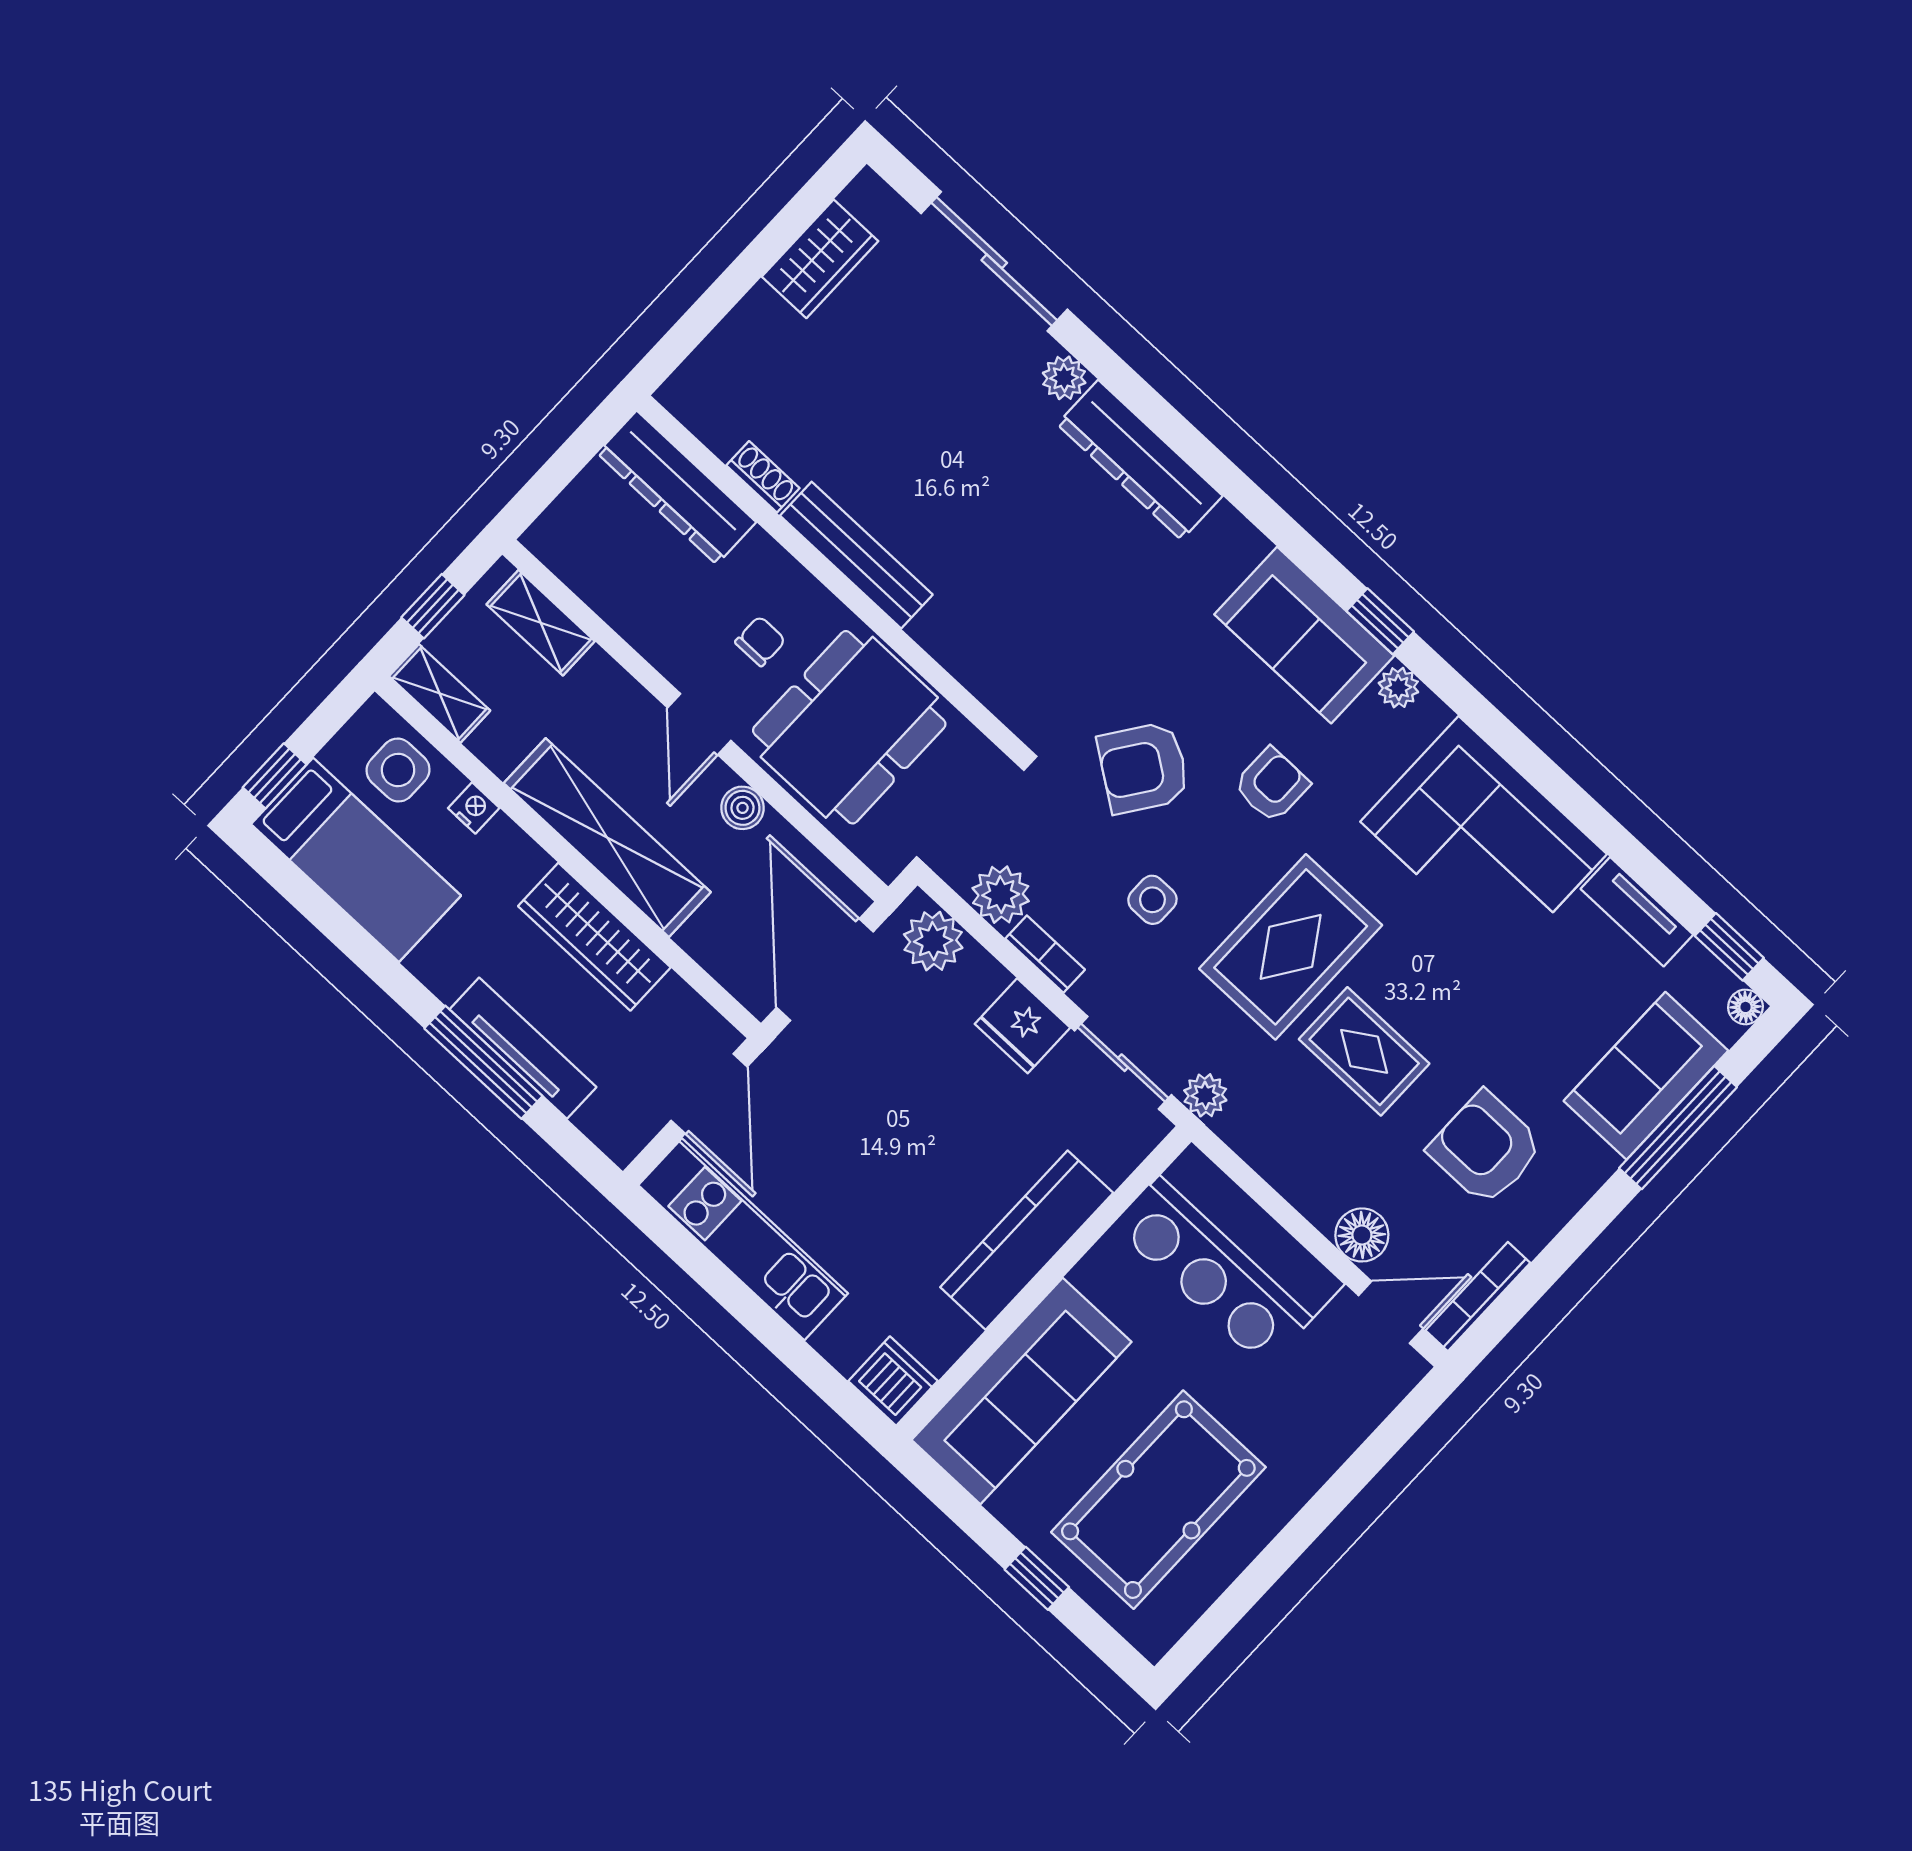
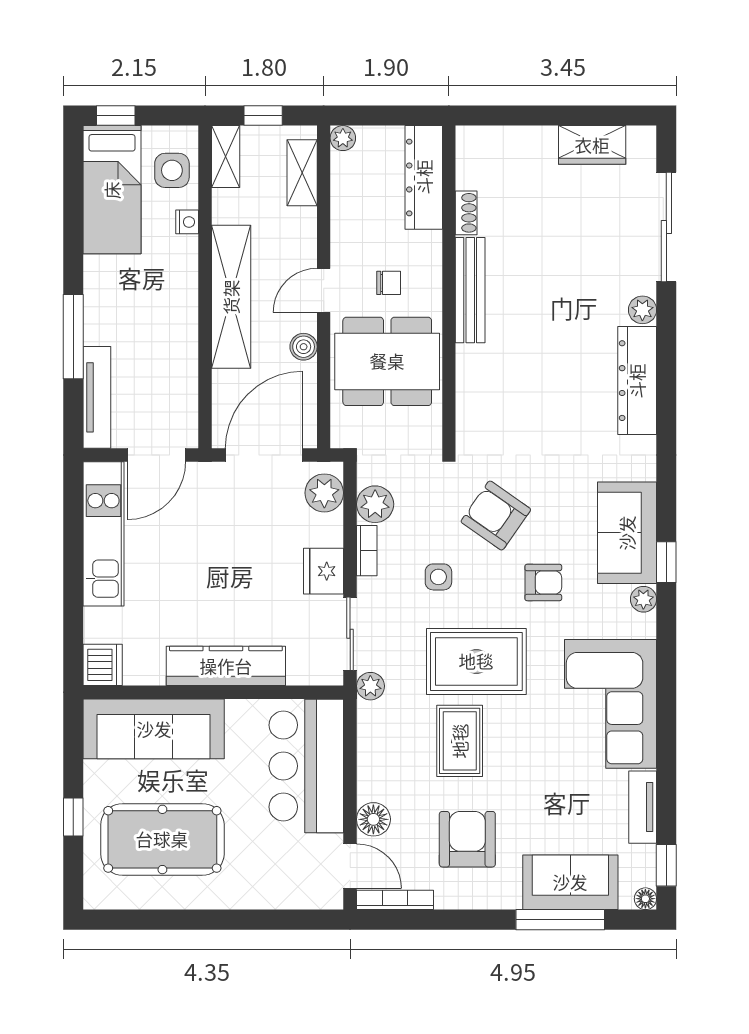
plant: (544, 539) -> (343, 138), added
wardrobe: (594, 937) -> (180, 334), removed
tv unit: (523, 1048) -> (97, 397), moved

